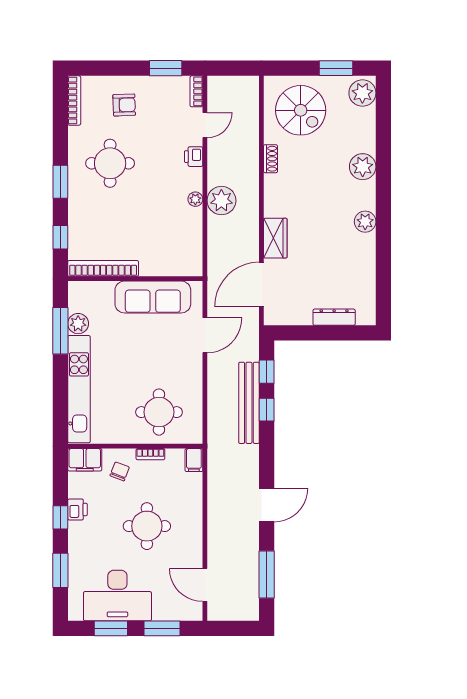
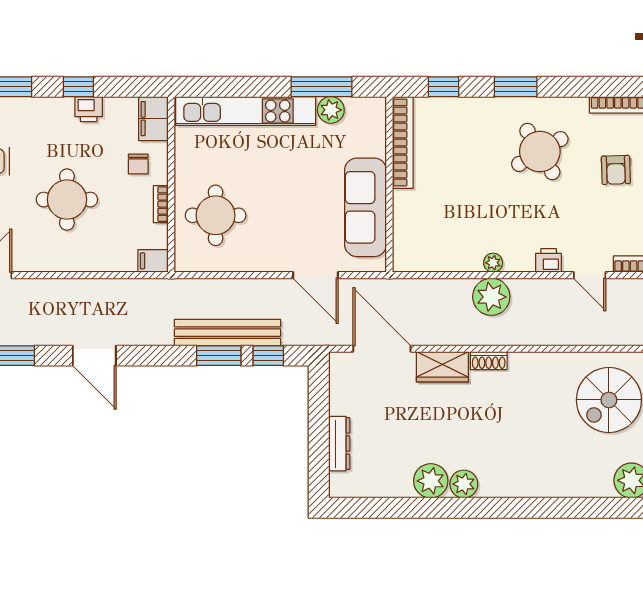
shoe rack: (270, 159) -> (489, 361), moved
round table: (110, 163) -> (540, 152), turned -31
plant: (363, 167) -> (431, 481), moved
window: (267, 410) -> (219, 356), width x1.50
chair: (120, 471) -> (138, 164), turned 69

